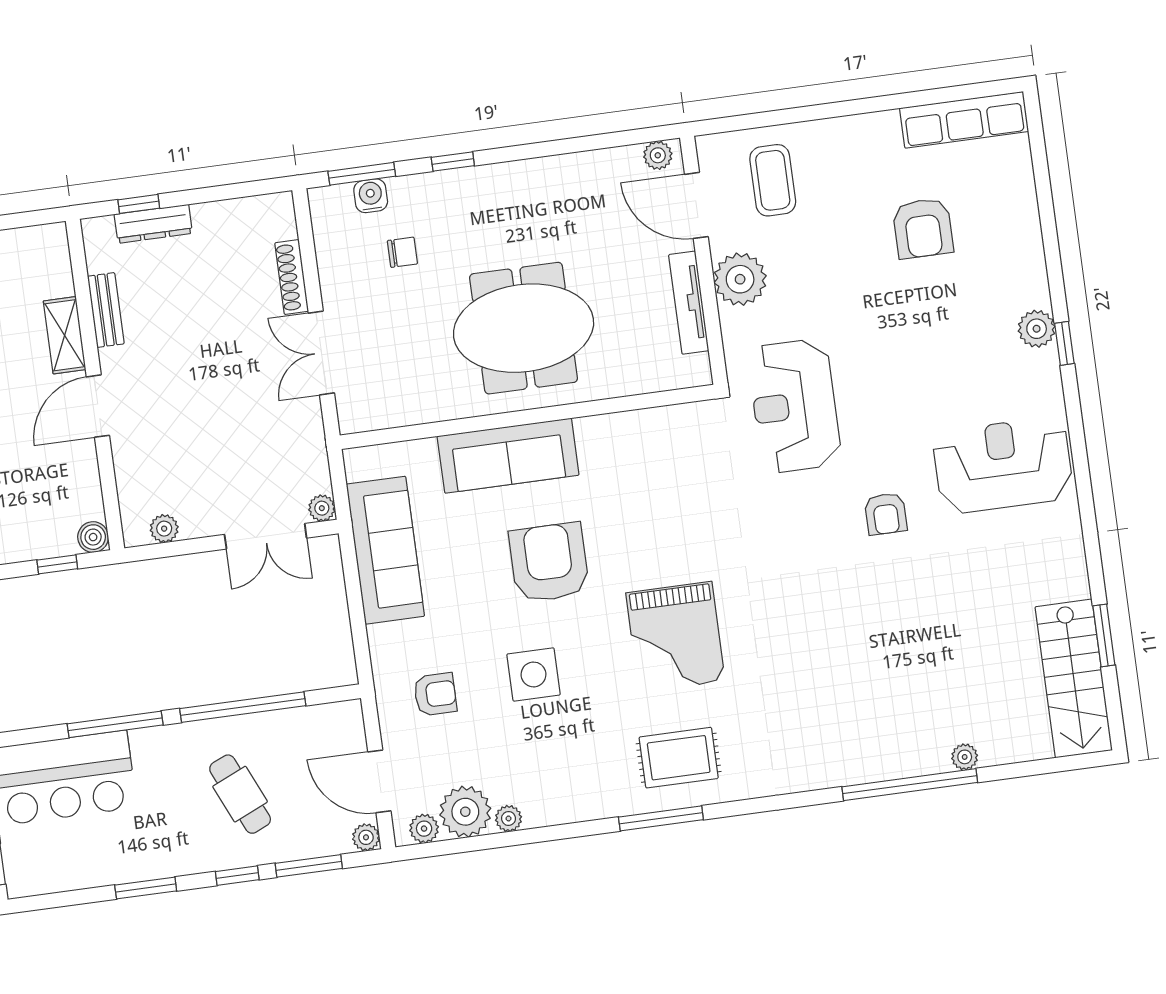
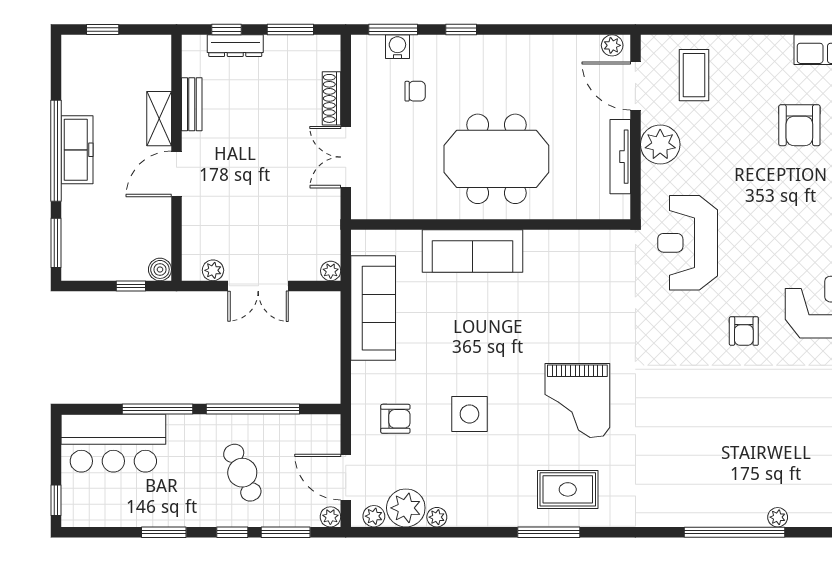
window: (224, 192) -> (290, 30), added
double door: (266, 536) -> (258, 286), moved
armchair: (549, 562) -> (492, 333), removed

